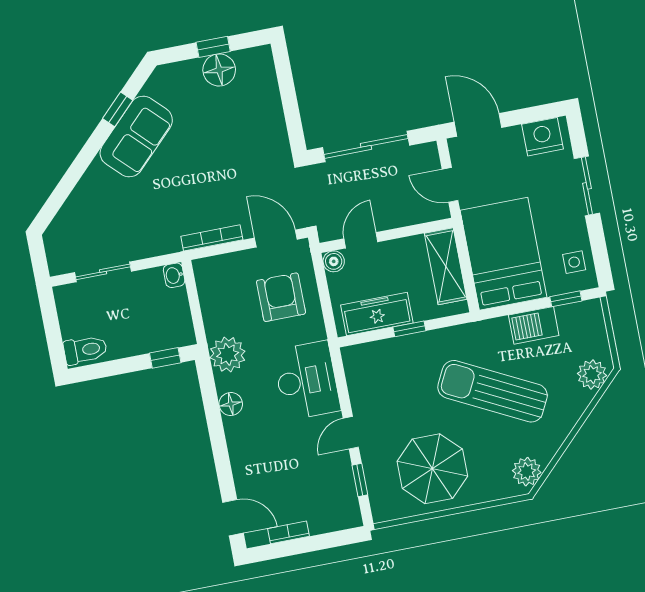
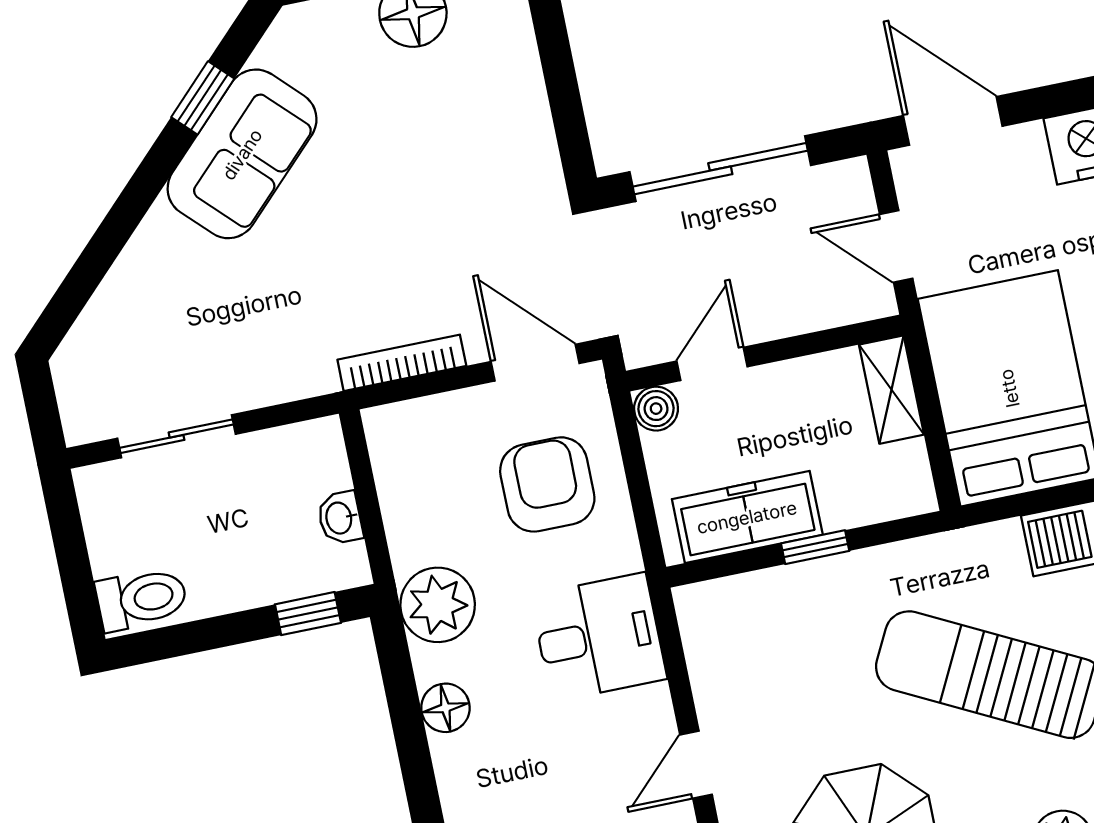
shelving: (446, 266) -> (892, 390), width x0.67, depth x0.75
washbasin: (174, 275) -> (340, 518), moved
desk: (307, 381) -> (599, 637), width x0.73

